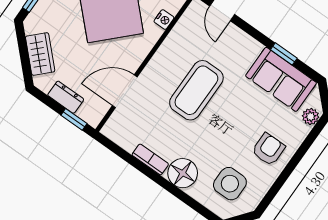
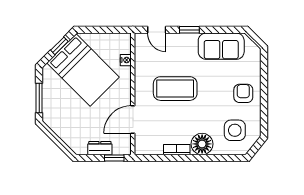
wardrobe: (40, 54) -> (66, 133), removed
window: (284, 54) -> (189, 30), moved
coffee table: (196, 90) -> (175, 89), turned 90
plant: (311, 117) -> (255, 56), removed

